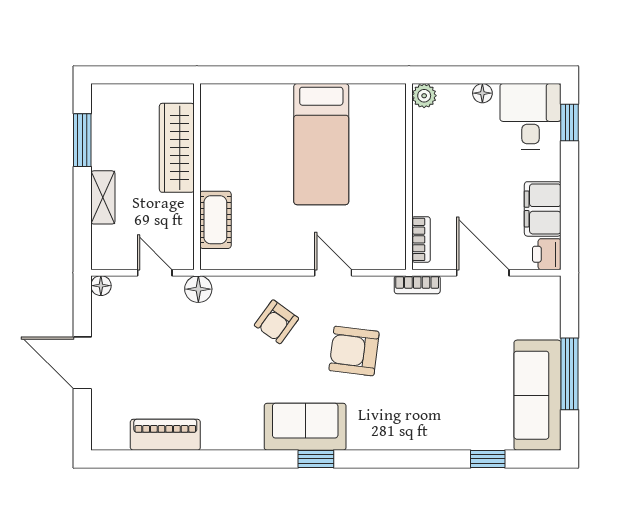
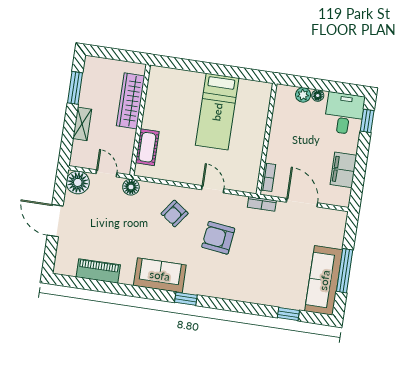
plant: (424, 96) -> (303, 95), moved
printer: (547, 254) -> (342, 197), removed
floor lamp: (101, 286) -> (78, 182), width x1.89, depth x1.89
sofa: (305, 427) -> (160, 275), moved

